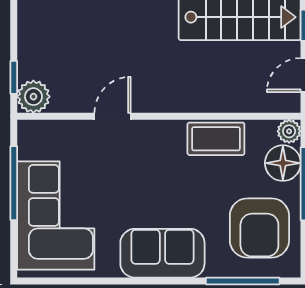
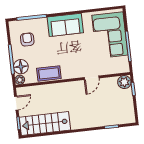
armchair: (259, 228) -> (27, 39), width x0.53, depth x0.53

